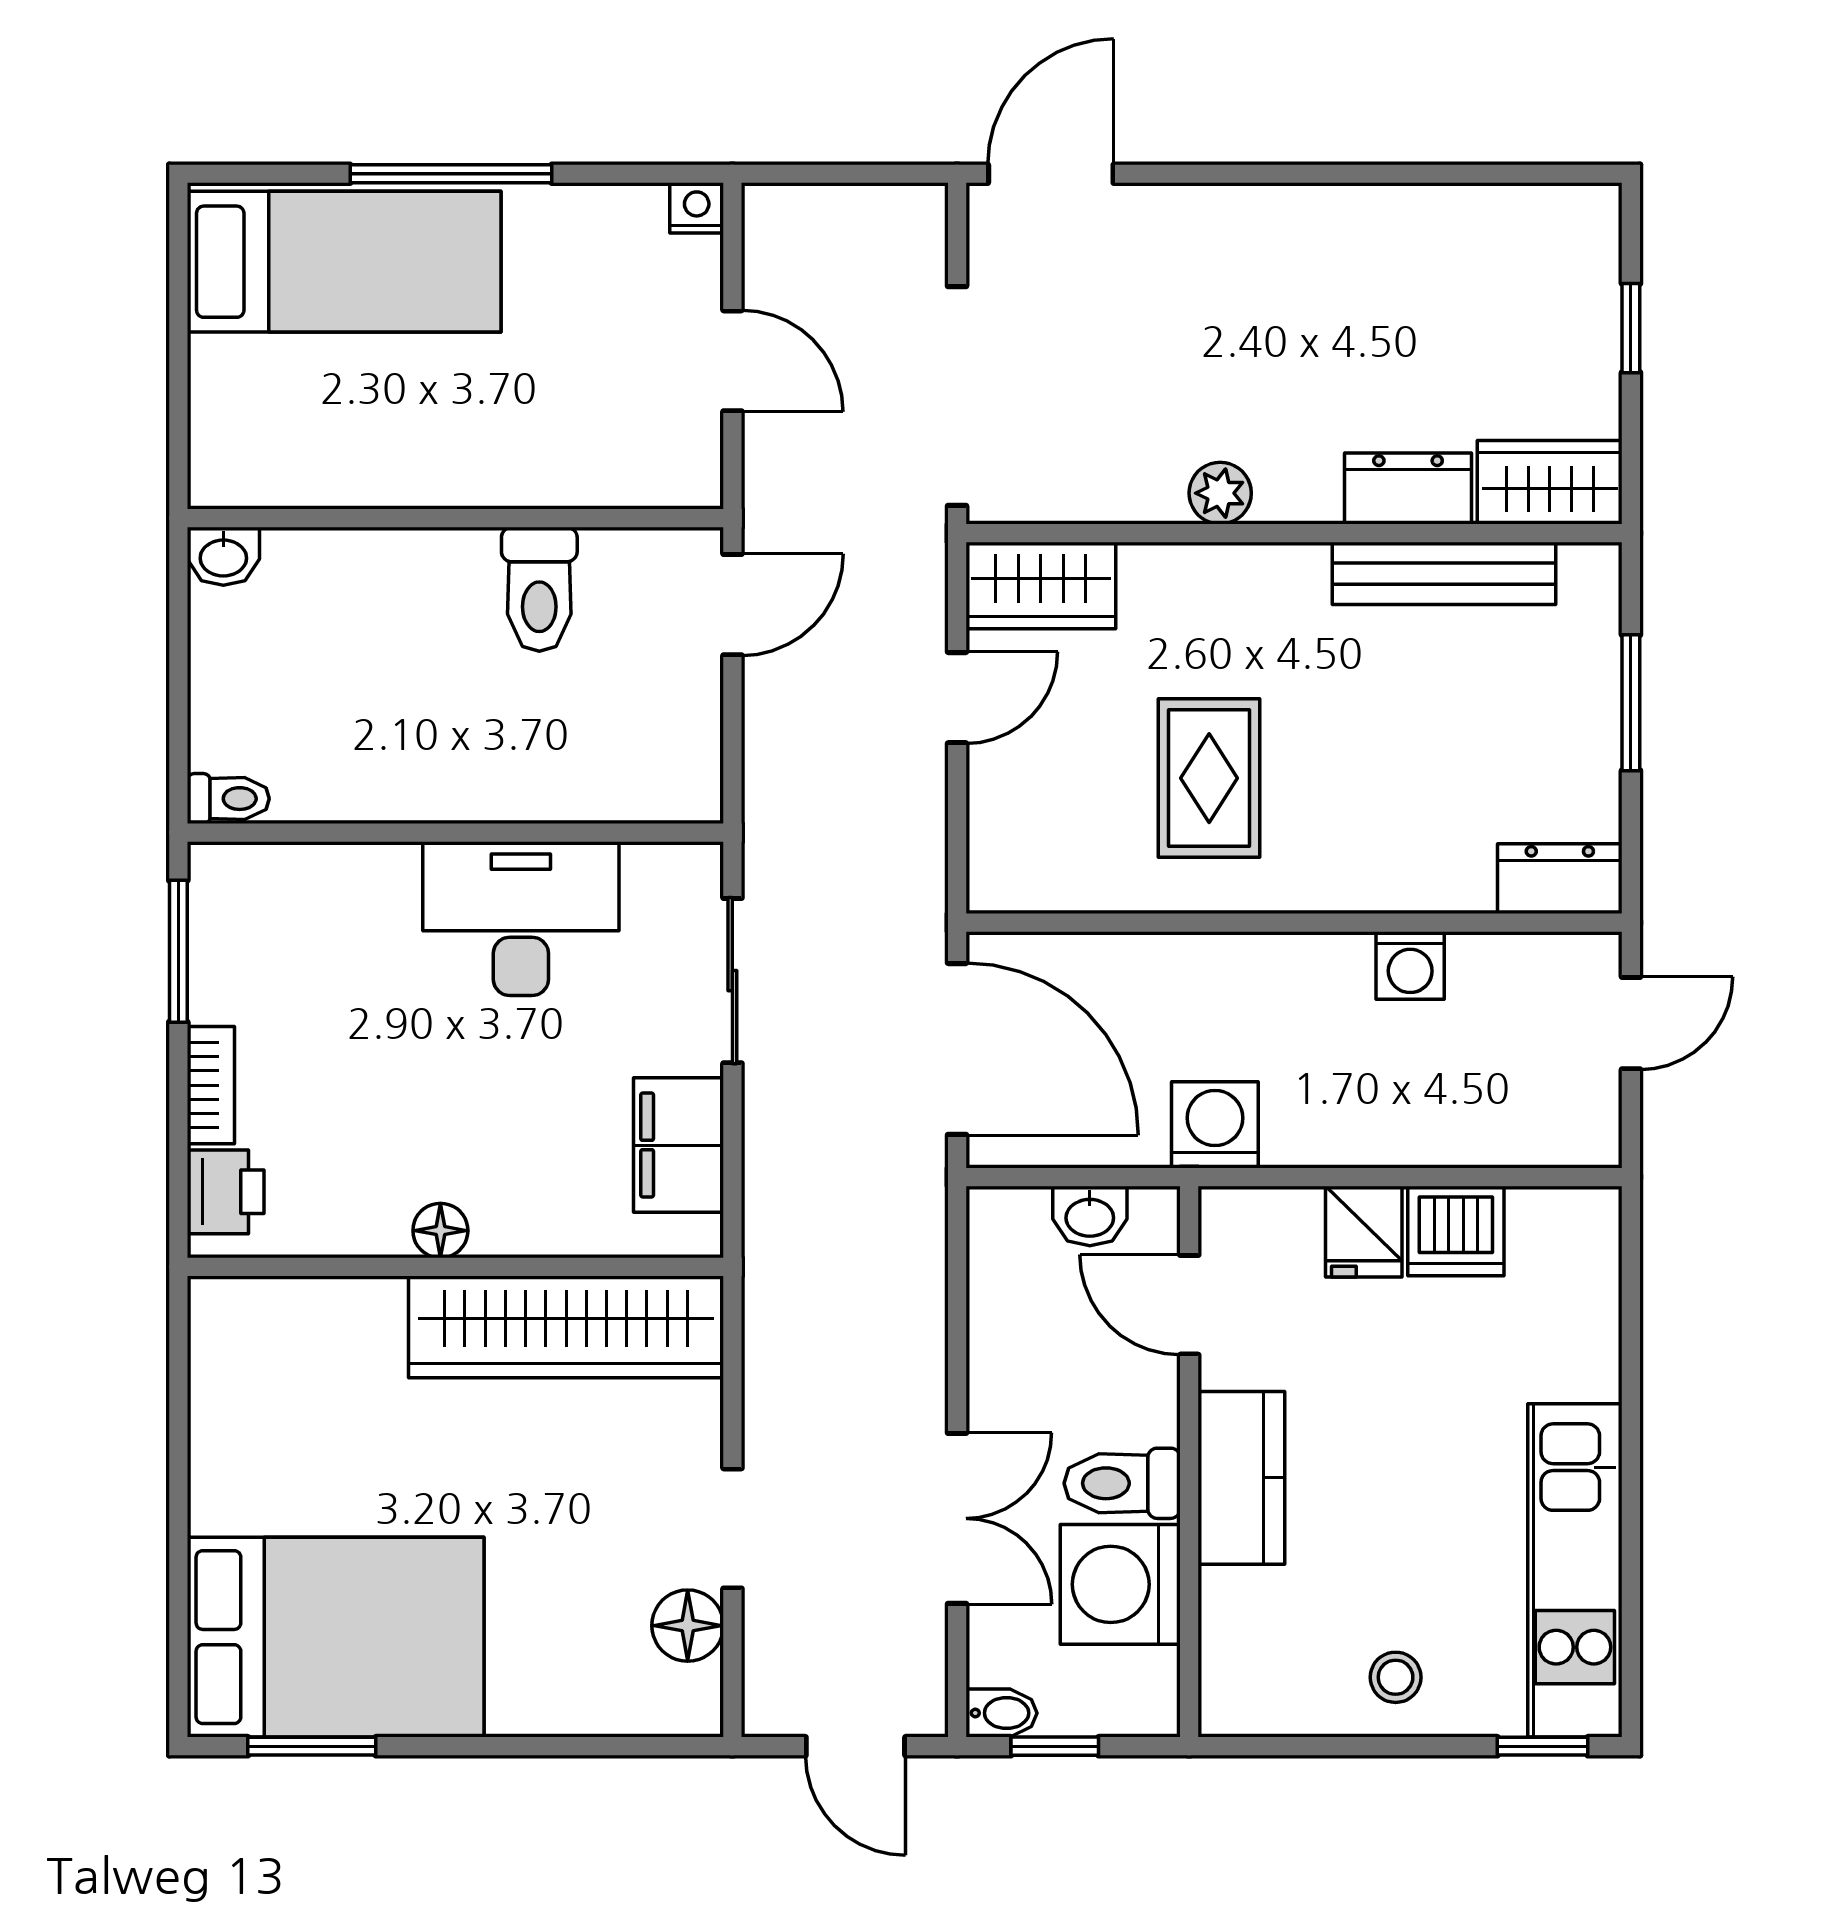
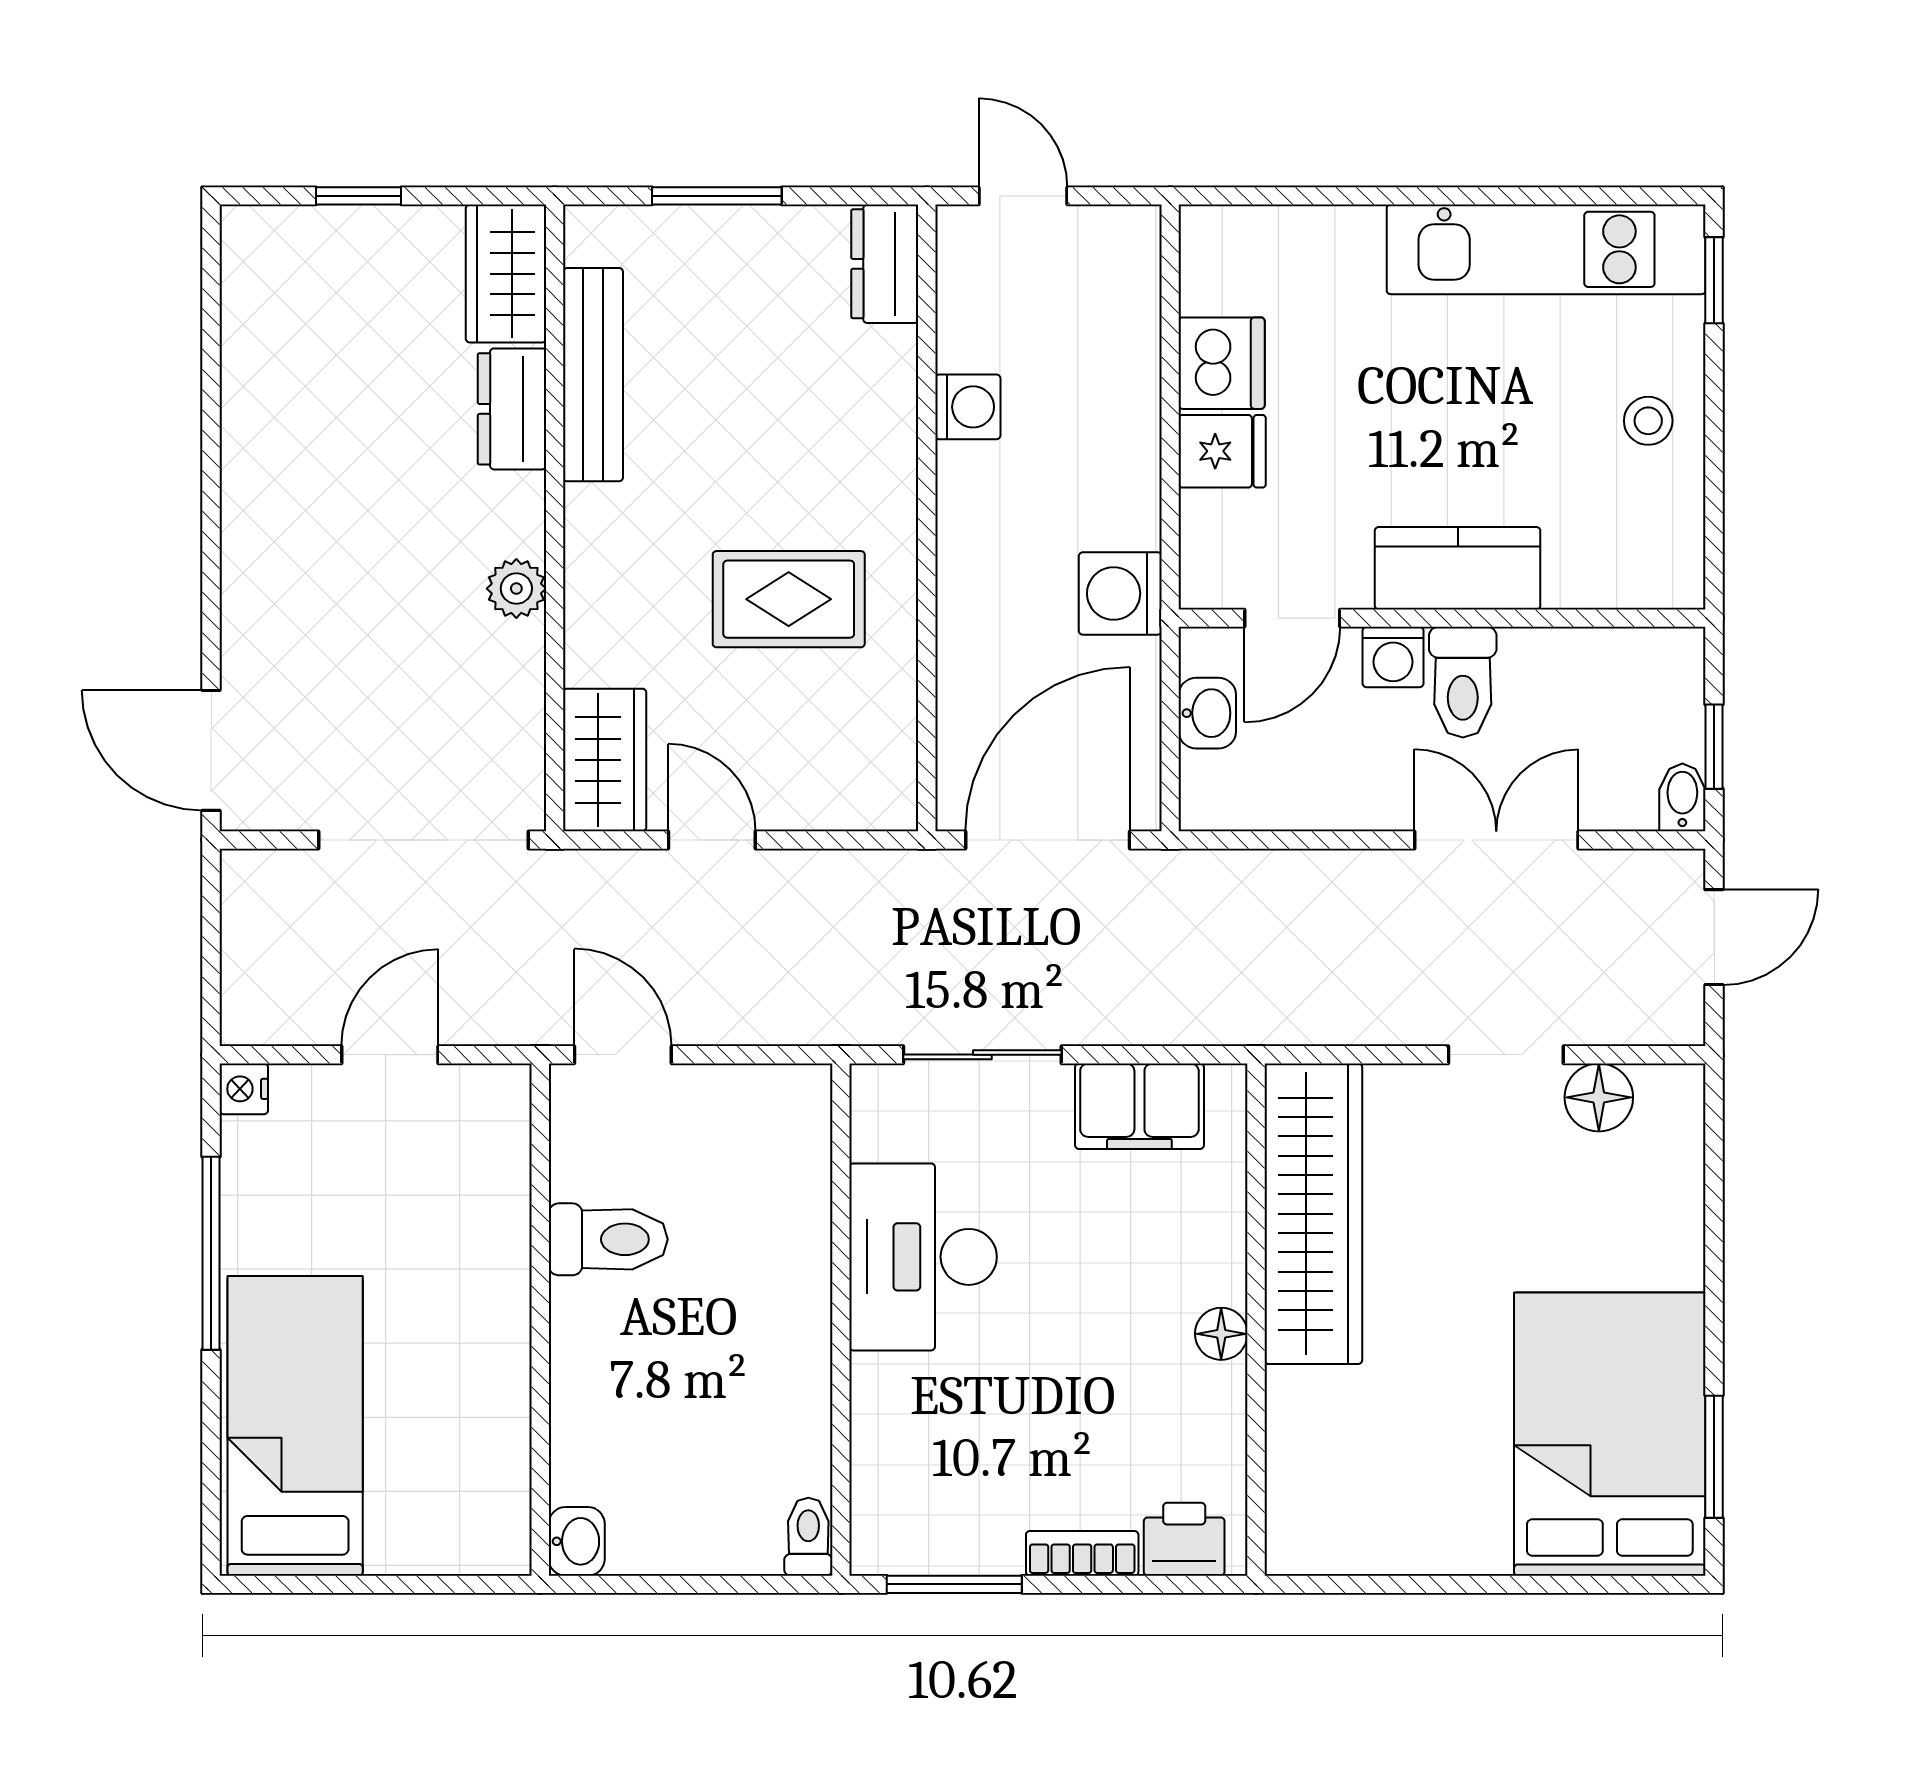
window: (451, 174) -> (211, 1253), moved
washing machine: (1120, 1584) -> (1393, 657), moved, width x0.53, depth x0.53

